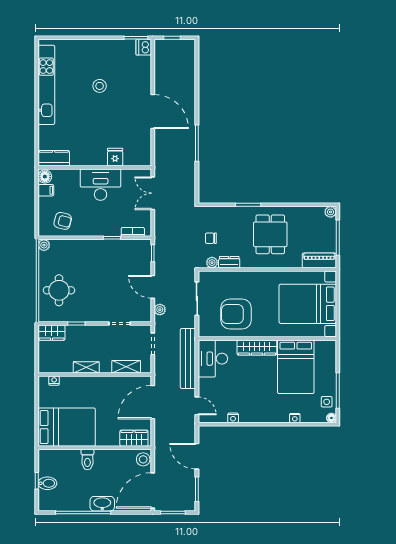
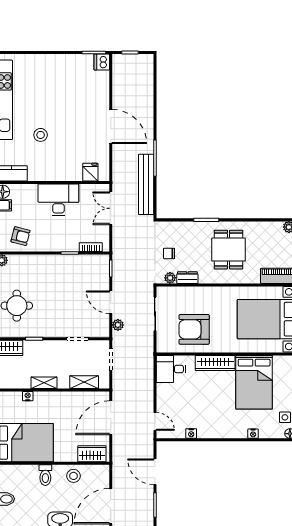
stool: (100, 86) -> (41, 135), moved
fridge: (115, 157) -> (90, 172), moved
bench: (188, 359) -> (146, 184), moved
desk: (213, 359) -> (171, 369), width x0.73
nightstand: (54, 381) -> (28, 396), moved
stool: (143, 459) -> (74, 476), moved

